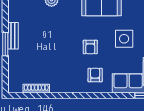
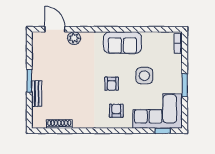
bench: (13, 36) -> (37, 94), moved

